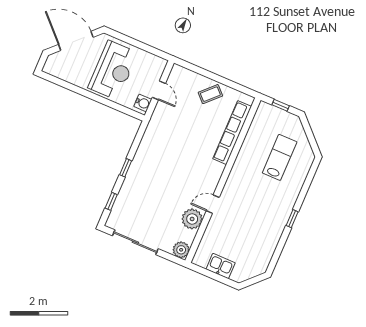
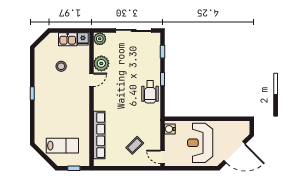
door: (159, 90) -> (162, 157), moved
coffee table: (210, 94) -> (135, 145), moved
lab bench: (280, 157) -> (62, 146), moved, turned -90
wheelchair: (148, 159) -> (150, 92), added
stool: (243, 237) -> (61, 66), added
fridge: (202, 258) -> (83, 39), added

